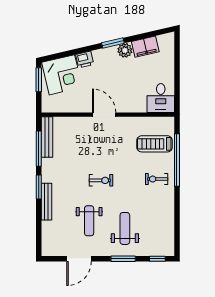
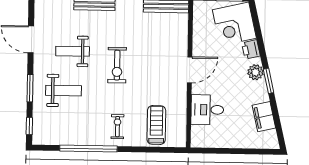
plant: (125, 50) -> (256, 72), moved
desk: (161, 98) -> (207, 110), moved
window: (177, 160) -> (88, 149), moved
exercise bike: (101, 180) -> (117, 65), width x1.38, depth x1.39

